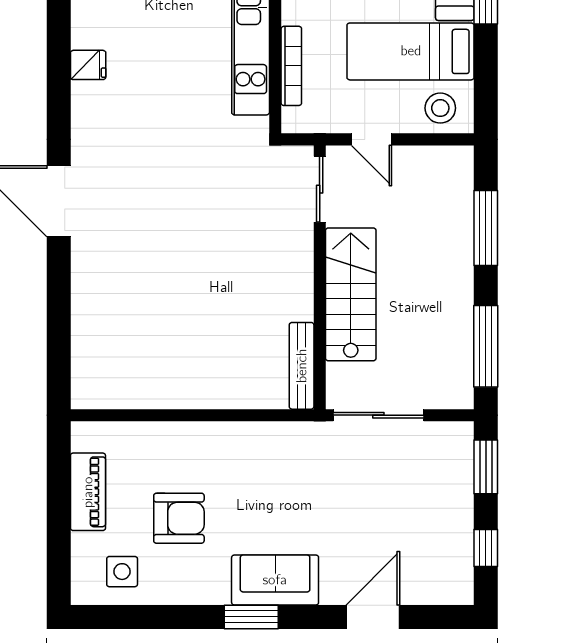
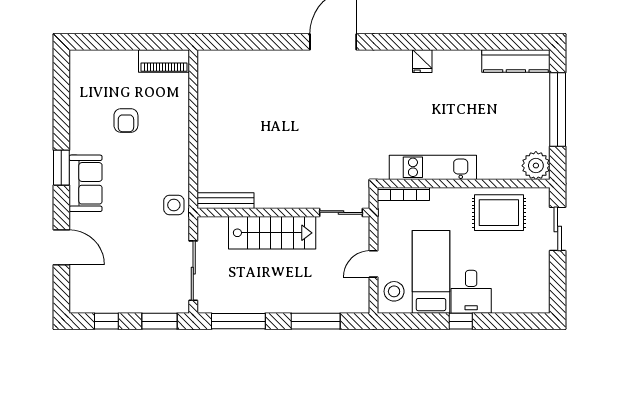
bookcase: (291, 66) -> (403, 194), moved
door: (372, 139) -> (374, 264), moved
sliding door: (378, 415) -> (193, 271), moved
piano: (88, 492) -> (164, 61), moved
armchair: (179, 518) -> (126, 120), width x0.72, depth x0.72
side table: (122, 572) -> (174, 205), moved

